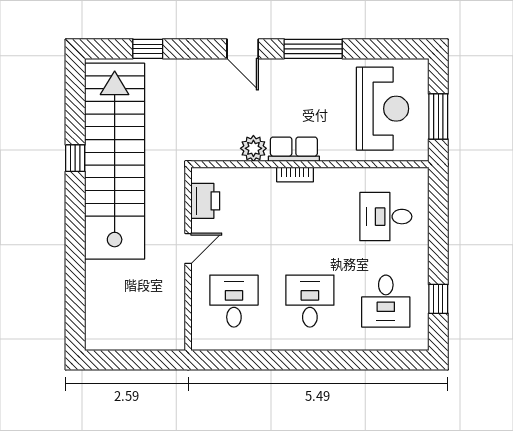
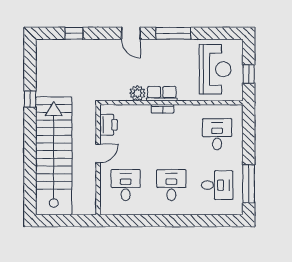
window: (438, 117) -> (249, 74), width x0.67
stairs: (115, 161) -> (54, 156), moved
desk: (386, 217) -> (217, 134), turned 90
window: (438, 299) -> (249, 184), width x2.17
desk: (386, 301) -> (217, 185), turned -90

